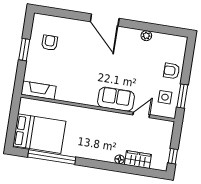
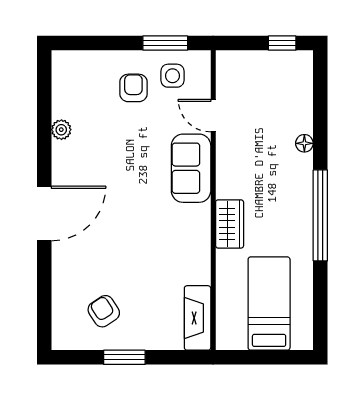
armchair: (50, 43) -> (104, 311), turned 57
armchair: (172, 71) -> (133, 88), moved, turned 180
bed: (39, 134) -> (269, 304), width x0.67
window: (52, 157) -> (320, 215), moved
wardrobe: (138, 160) -> (230, 224), moved, turned 180

